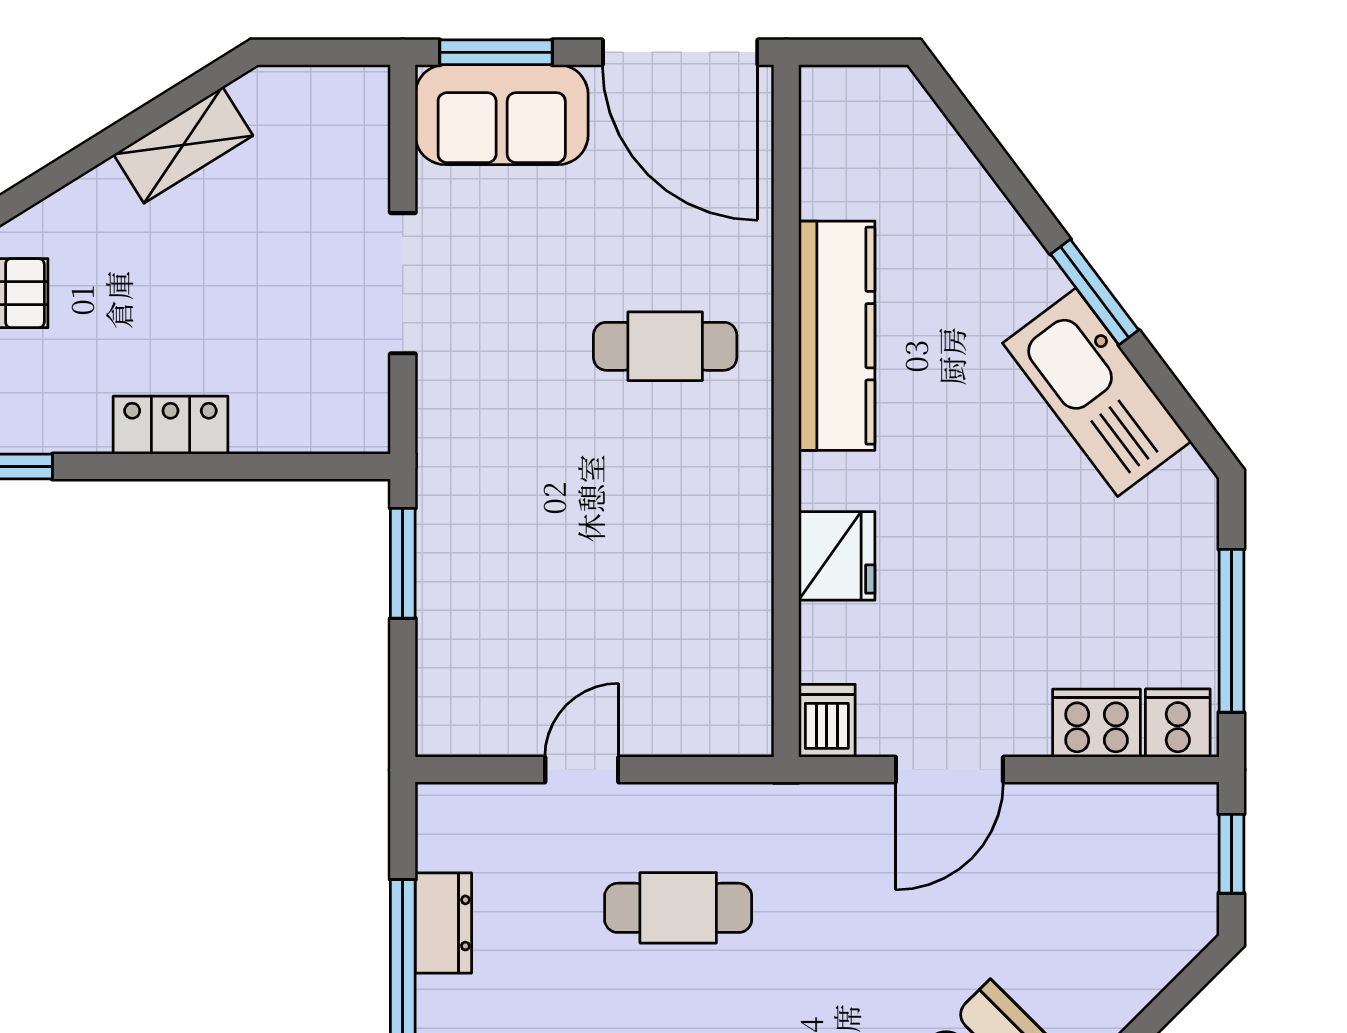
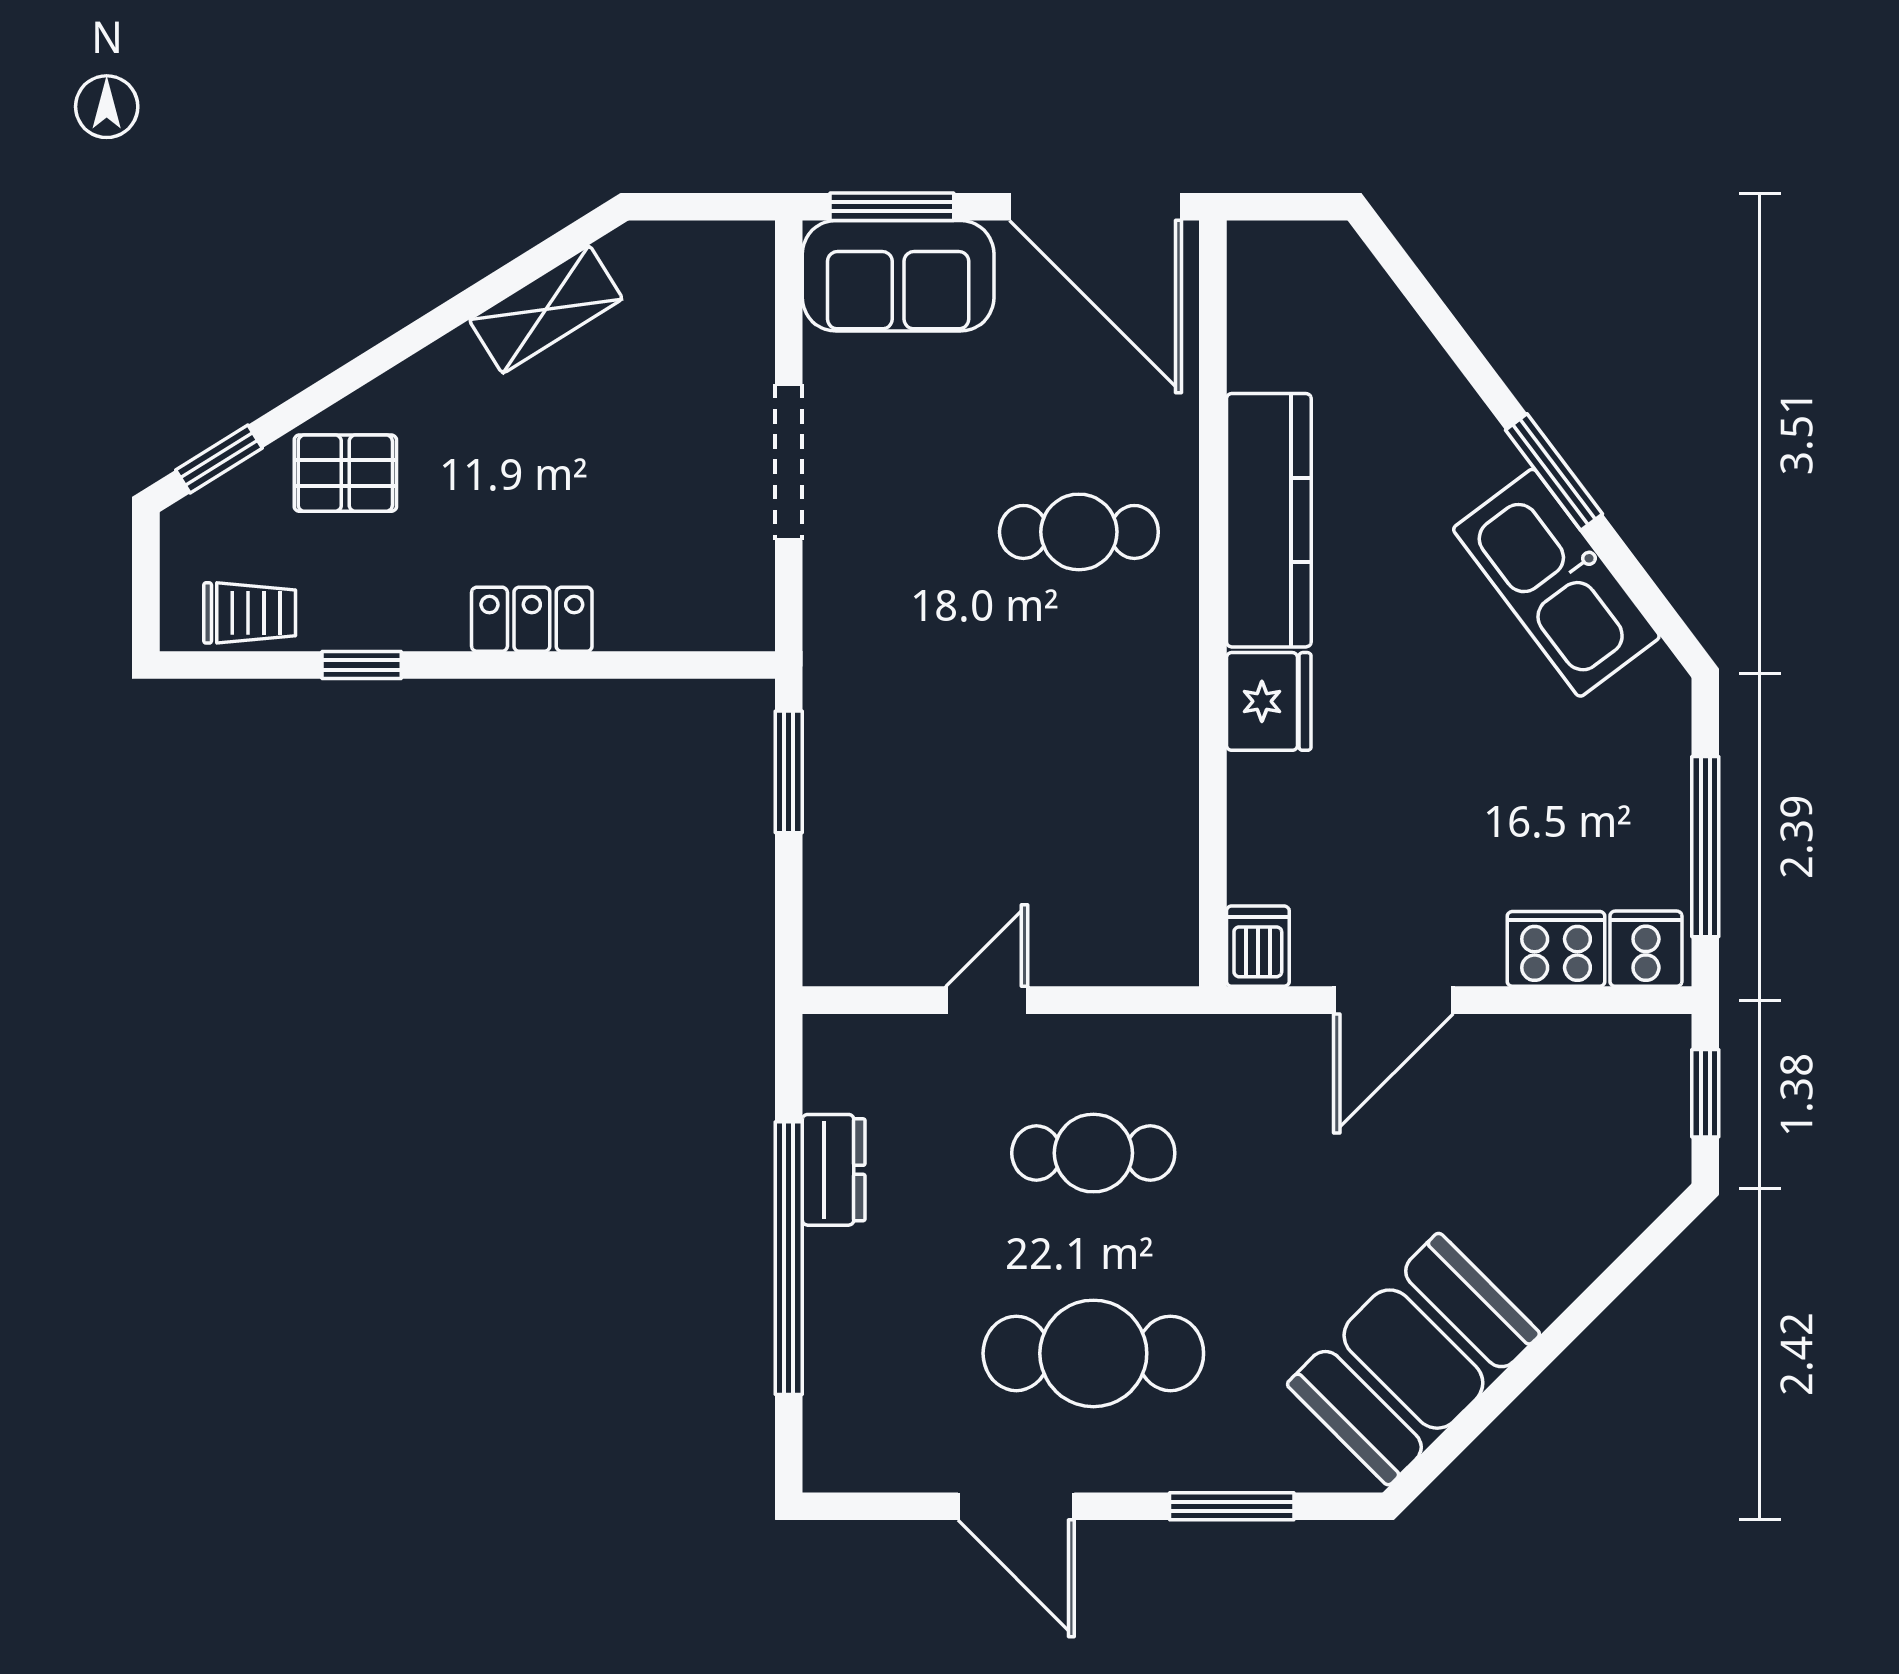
fridge: (837, 556) -> (1269, 701), moved

